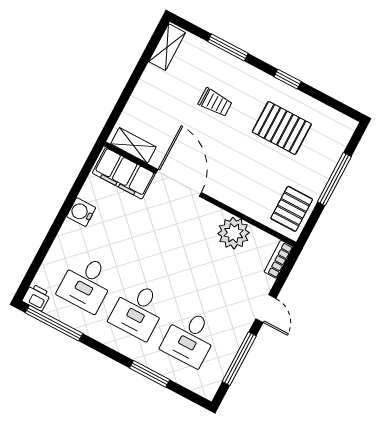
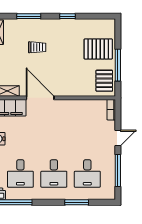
pallet: (282, 128) -> (98, 49), moved
window: (334, 179) -> (118, 65), moved
plant: (234, 233) -> (81, 109), removed
door: (266, 309) -> (118, 138), hinge flipped

